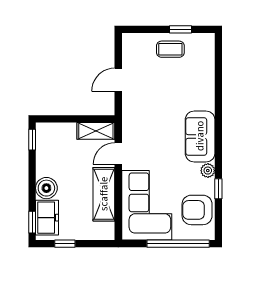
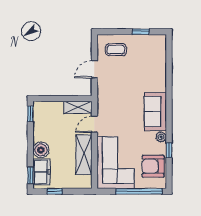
coffee table: (170, 49) -> (116, 50), moved

